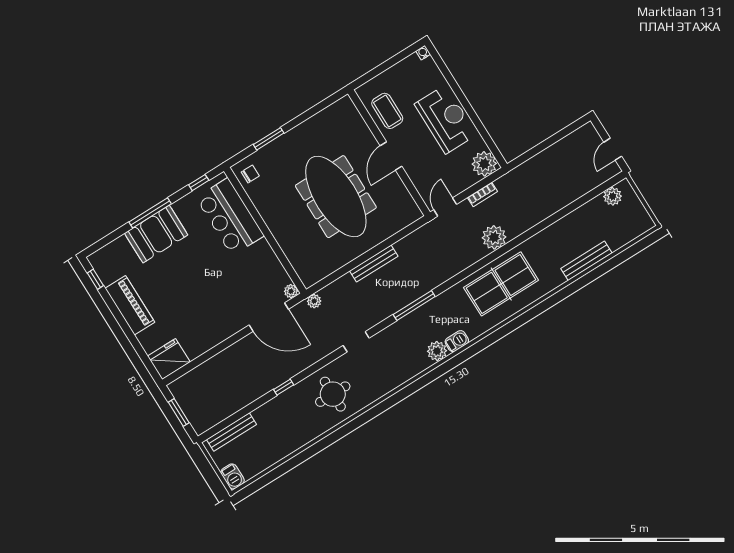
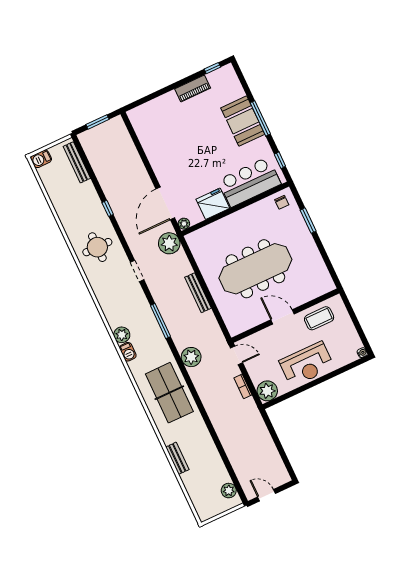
plant: (494, 237) -> (191, 357), moved
bench: (586, 261) -> (177, 458), width x0.73
plant: (314, 301) -> (169, 243), width x1.87, depth x1.87
piano: (130, 305) -> (193, 88), width x0.73, depth x0.75
fridge: (169, 359) -> (213, 204), moved, turned -90

